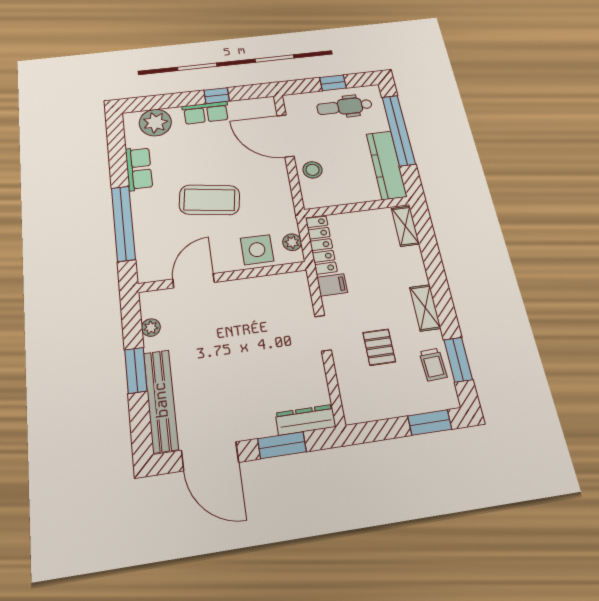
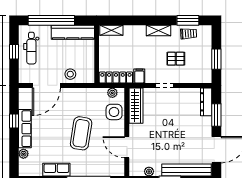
row of seats: (206, 113) -> (25, 129), width x1.48
plant: (155, 123) -> (23, 154), width x0.53, depth x0.53
wardrobe: (275, 286) -> (136, 106), added
window: (430, 423) -> (216, 59), moved

